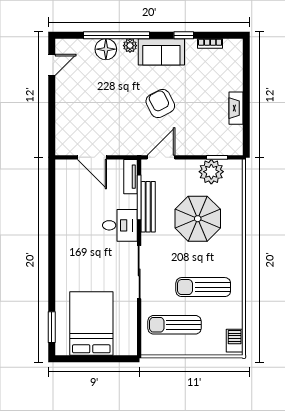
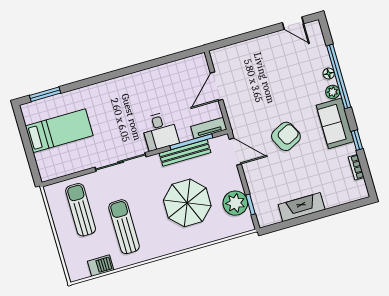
floor lamp: (106, 49) -> (329, 73), width x0.53, depth x0.53
fireplace: (236, 108) -> (302, 207), width x1.37, depth x1.32
bed: (91, 324) -> (59, 131), width x0.67
barbecue: (235, 341) -> (101, 266), moved

